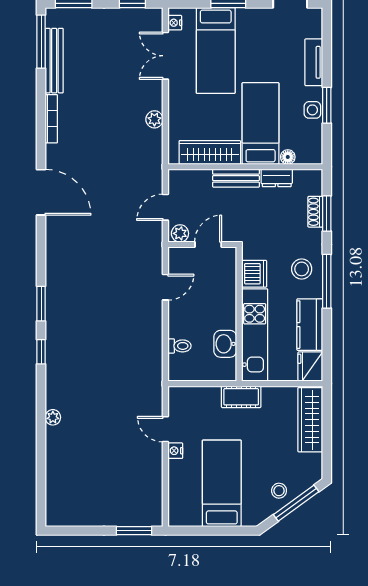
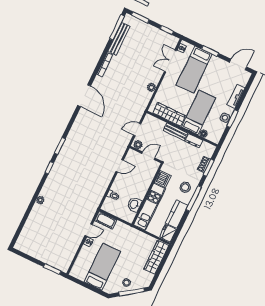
cot: (241, 397) -> (106, 220), moved
door: (165, 429) -> (89, 230), swing flipped

